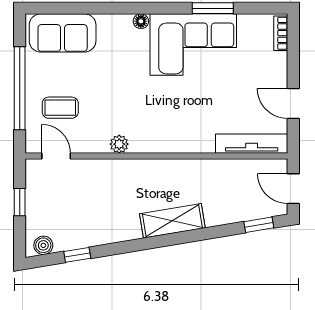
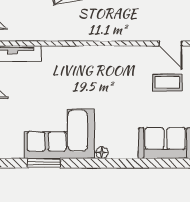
plant: (119, 144) -> (119, 53), removed

